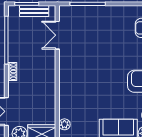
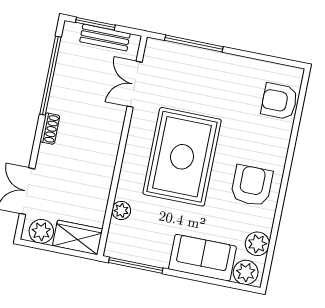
rug: (94, 73) -> (182, 157), added
plant: (64, 124) -> (121, 210), moved

